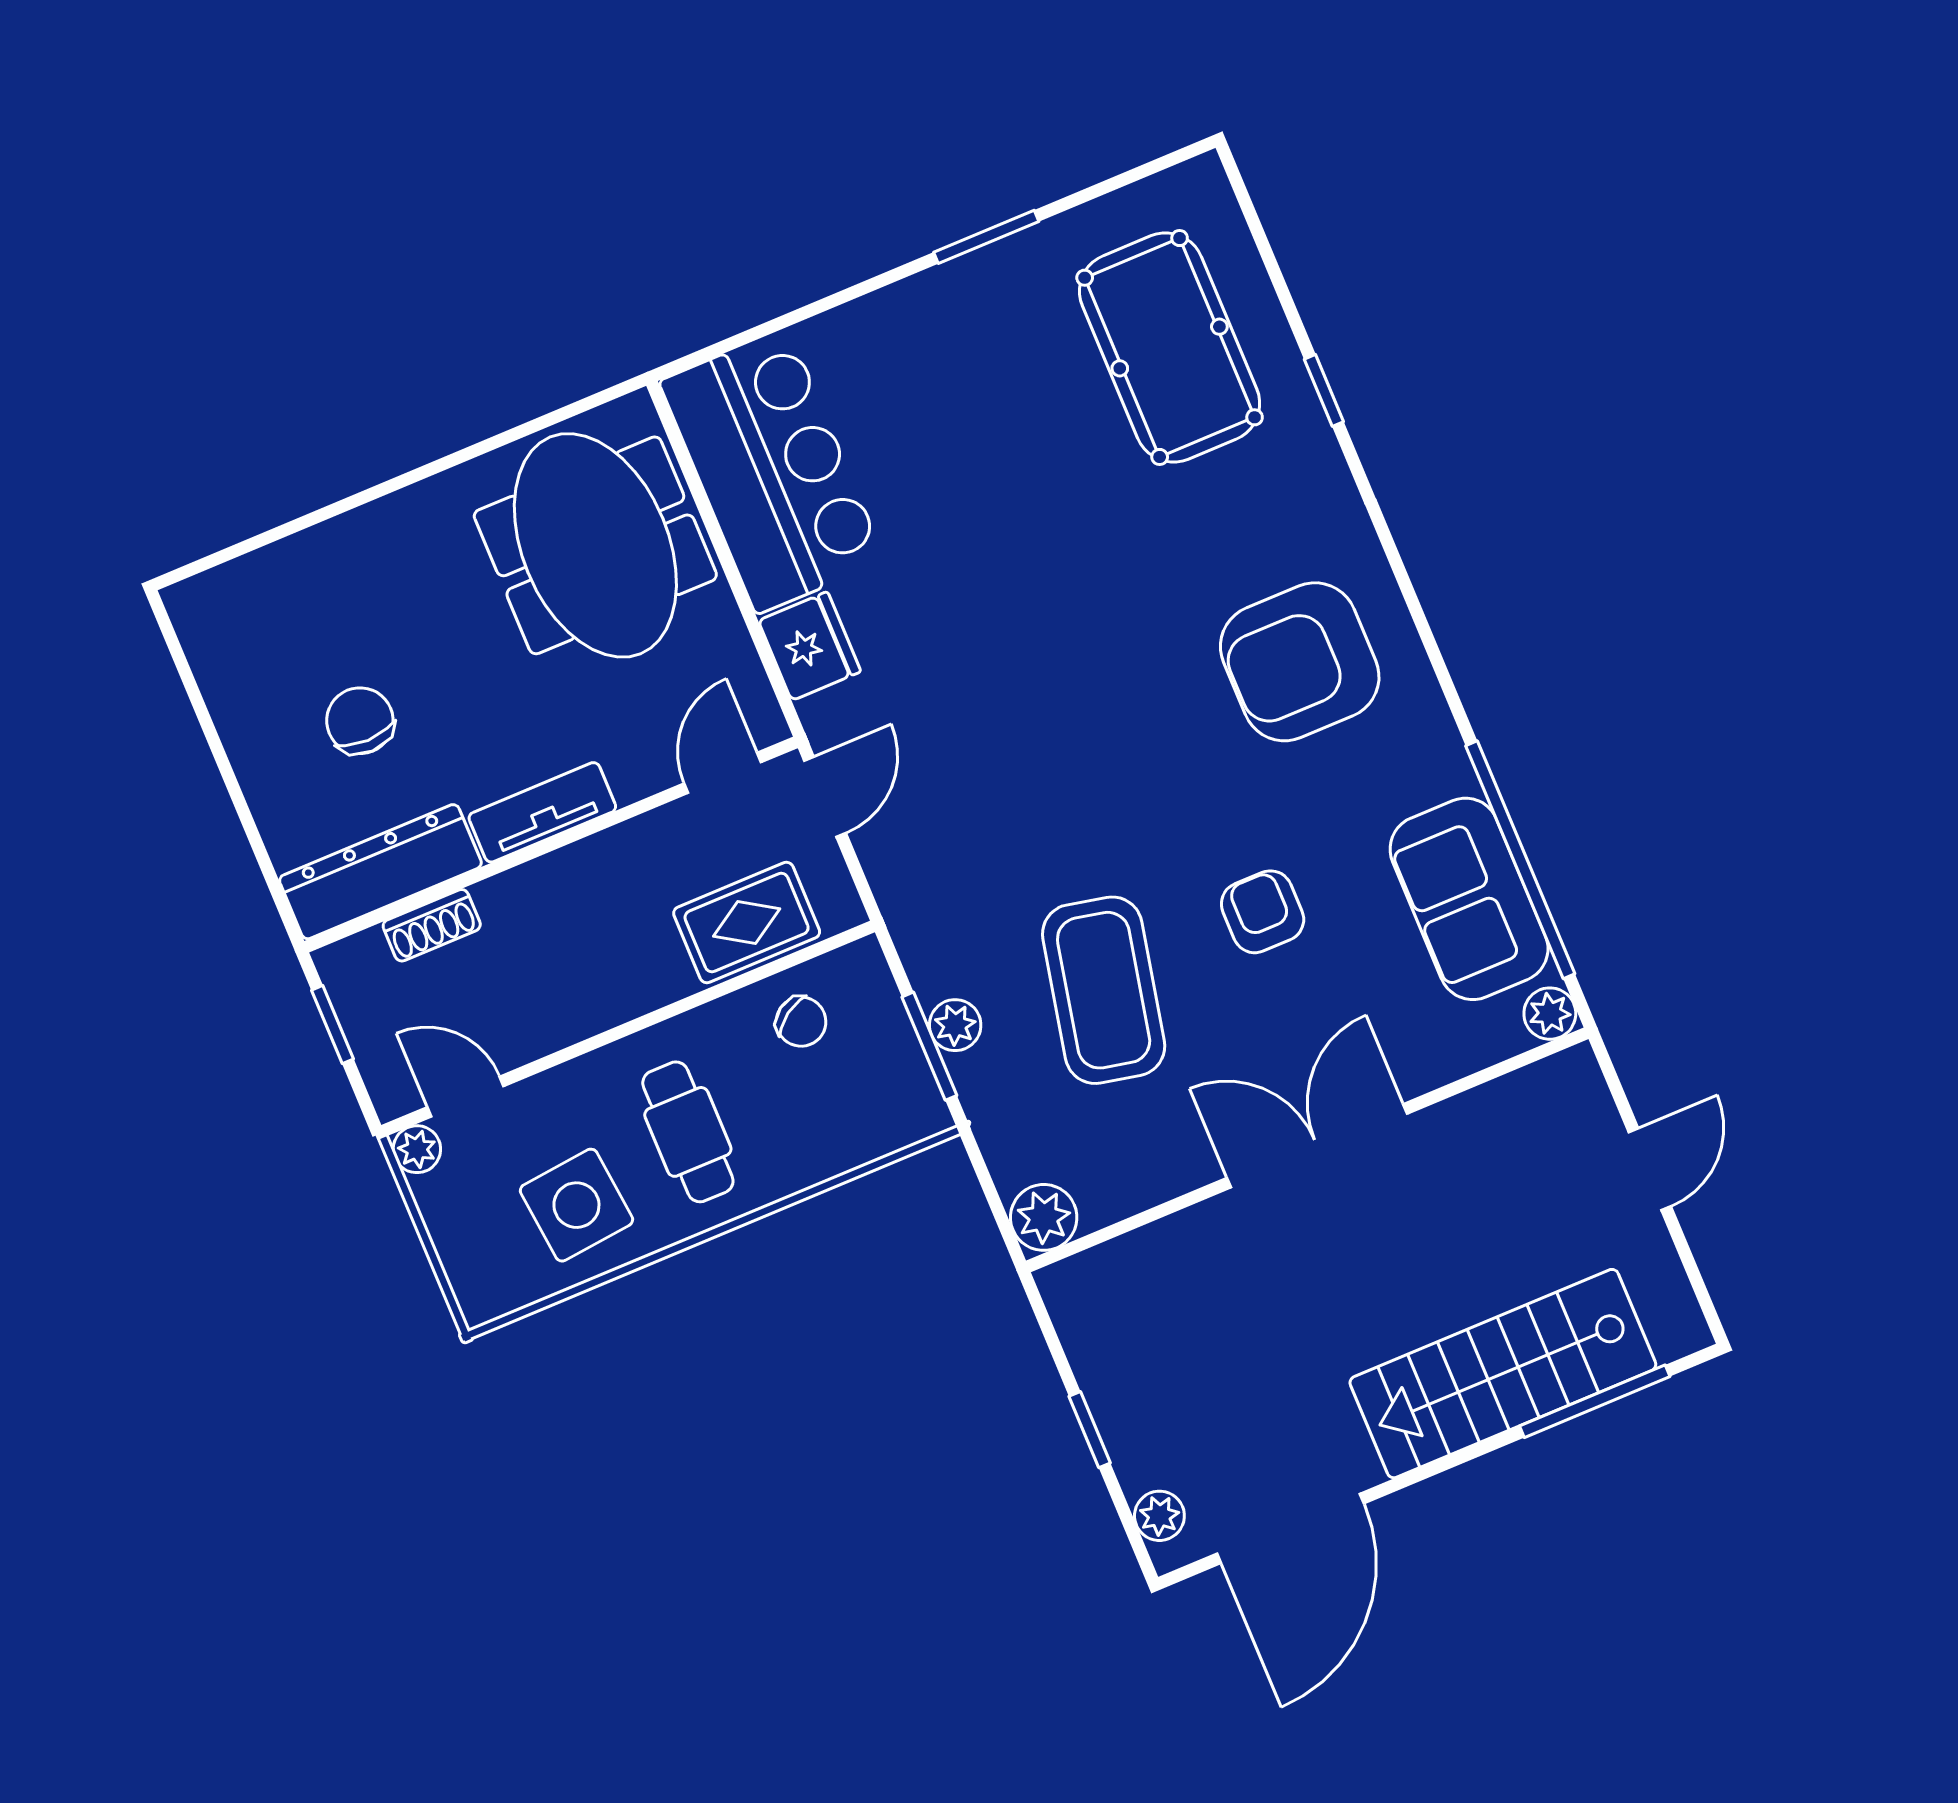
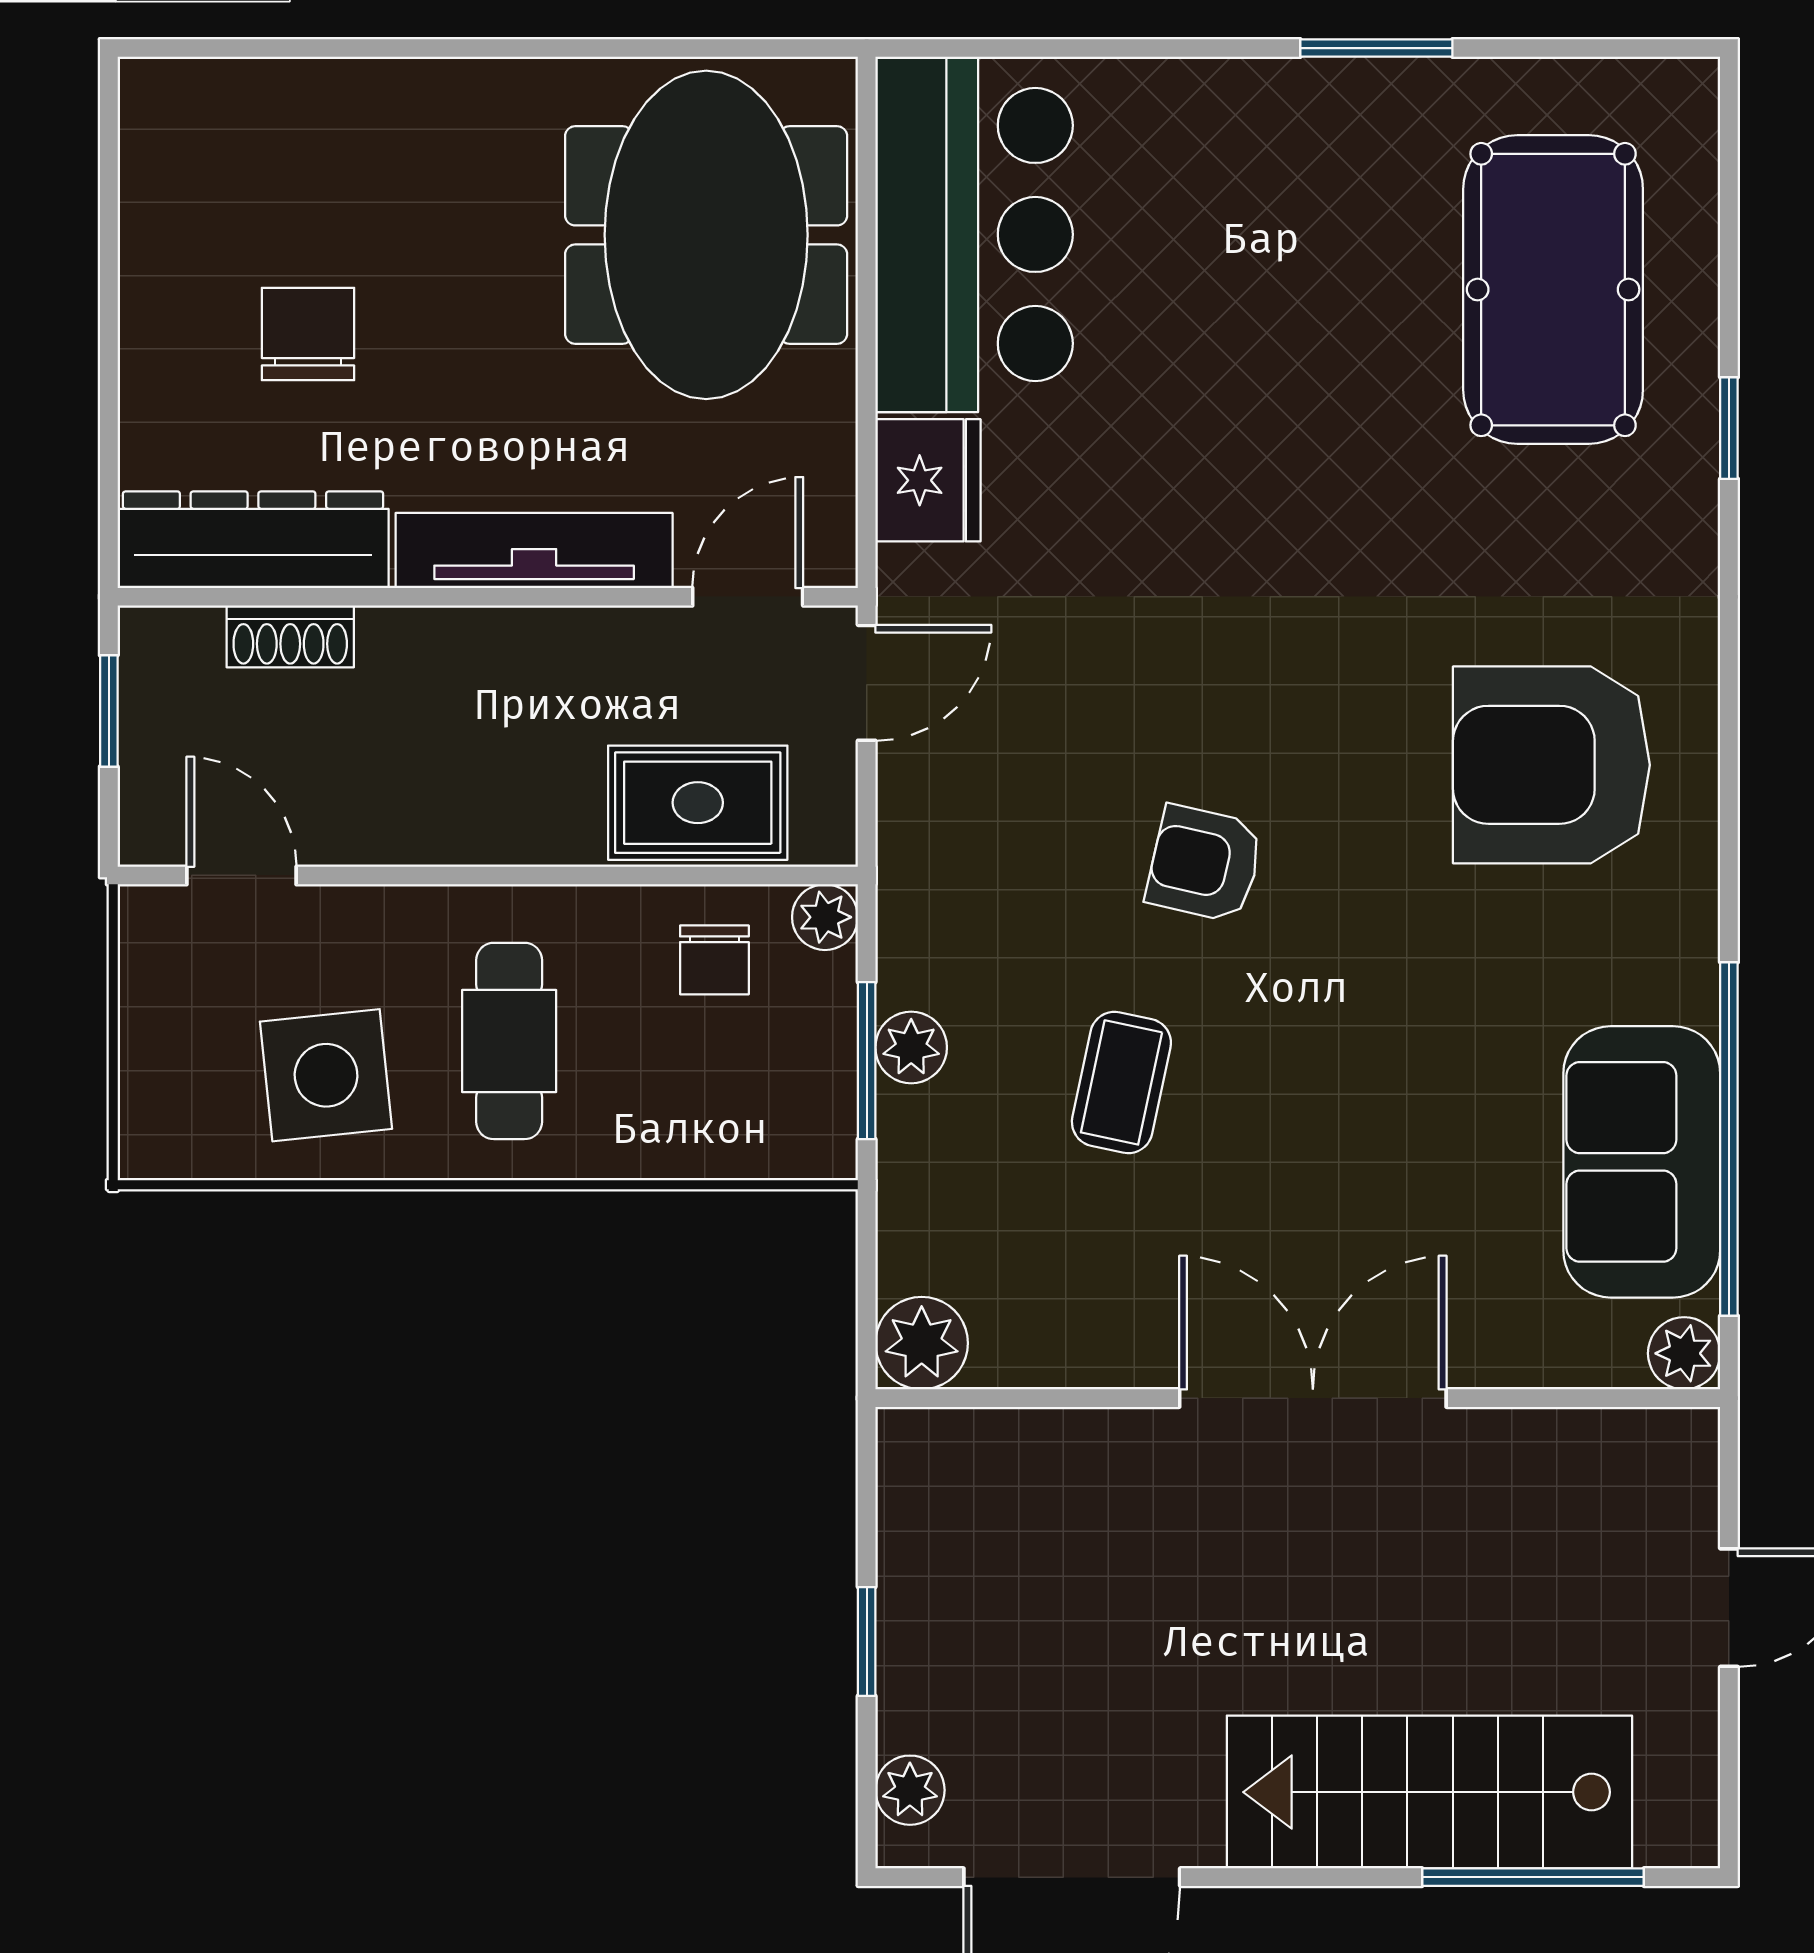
tv unit: (542, 812) -> (534, 551), width x1.41
armchair: (1263, 912) -> (1205, 864), moved, turned -77
coffee table: (1104, 990) -> (1121, 1082), width x0.54, depth x0.58
chair: (801, 1022) -> (714, 960), turned 34
plant: (417, 1149) -> (825, 917), moved

